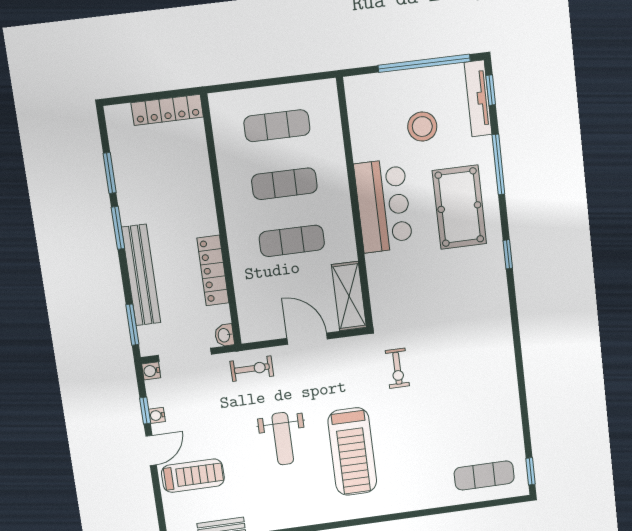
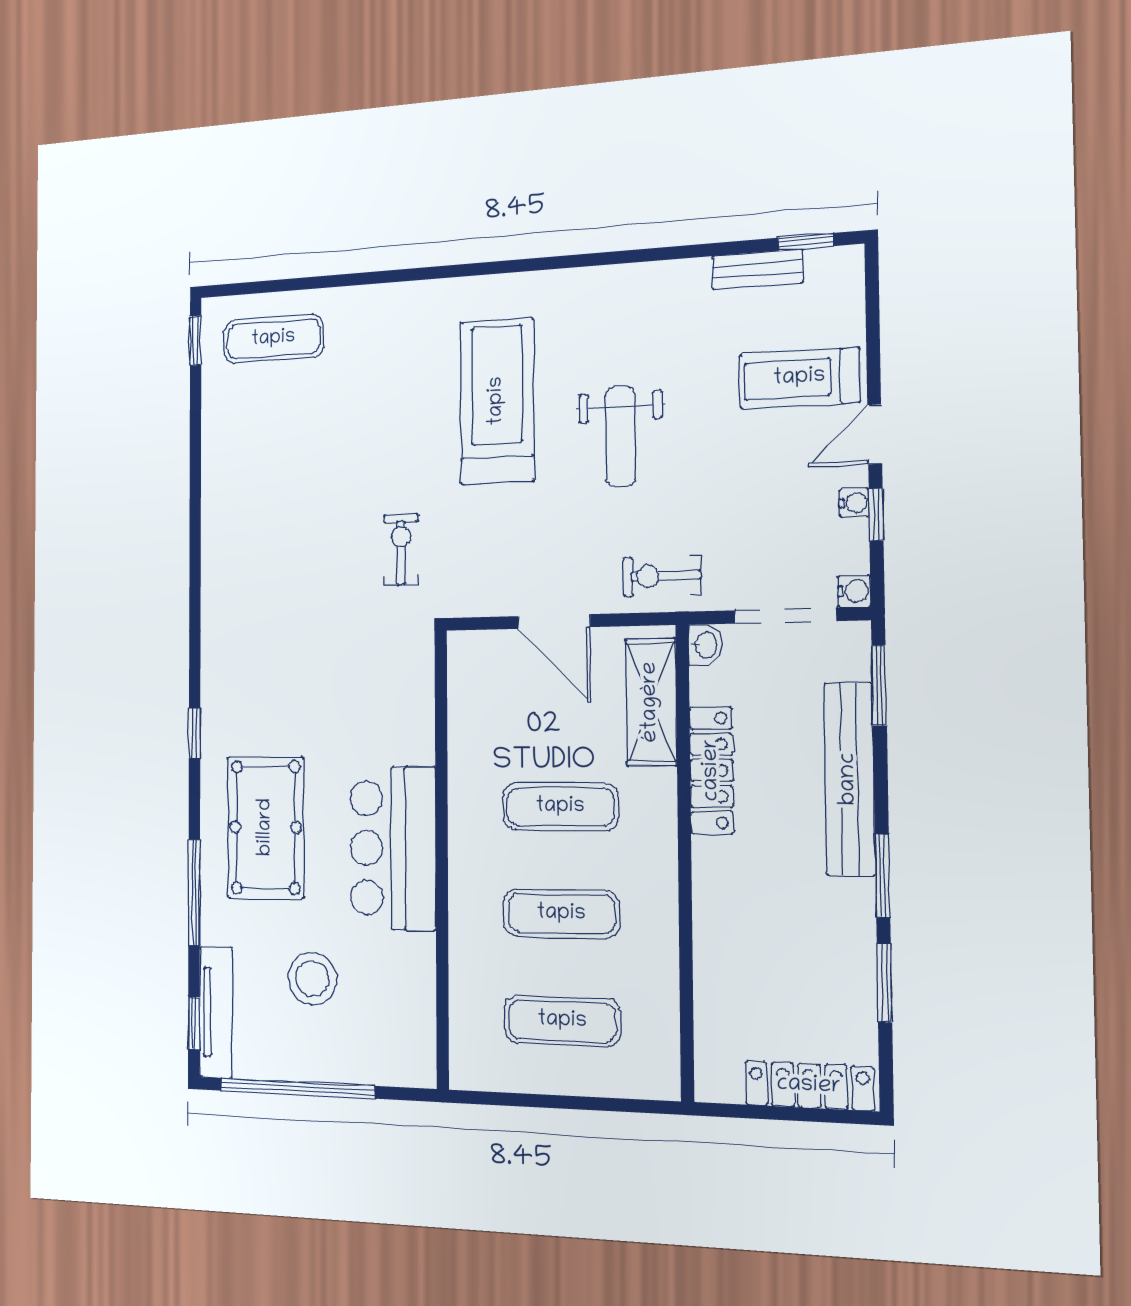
locker: (167, 110) -> (809, 1086), moved
shelving: (349, 296) -> (651, 702), moved
weight bench: (283, 439) -> (621, 437), turned 180

